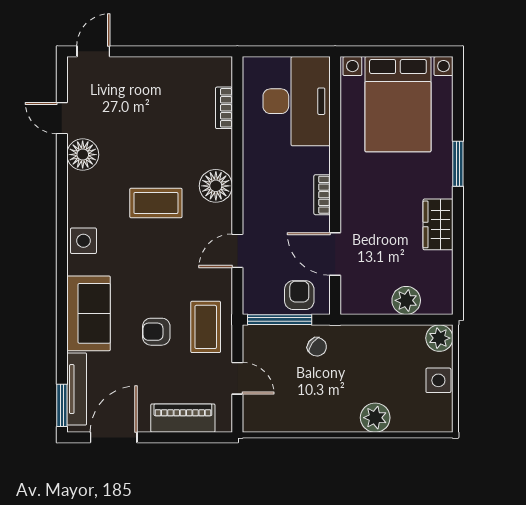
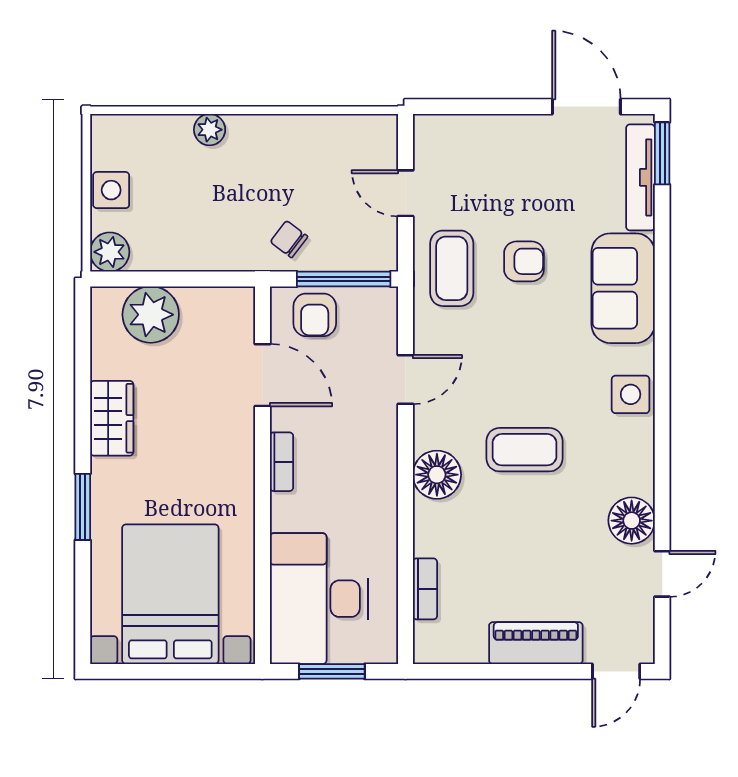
window: (288, 51) -> (332, 671), added
door: (62, 118) -> (662, 574), hinge flipped
plant: (406, 300) -> (151, 315), width x1.36, depth x1.36
piano: (183, 418) -> (536, 643), moved, turned 180
plant: (375, 418) -> (210, 130), width x0.73, depth x0.73
door: (114, 437) -> (586, 107), swing flipped

